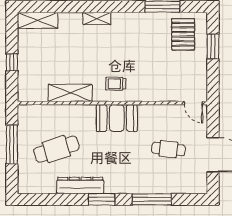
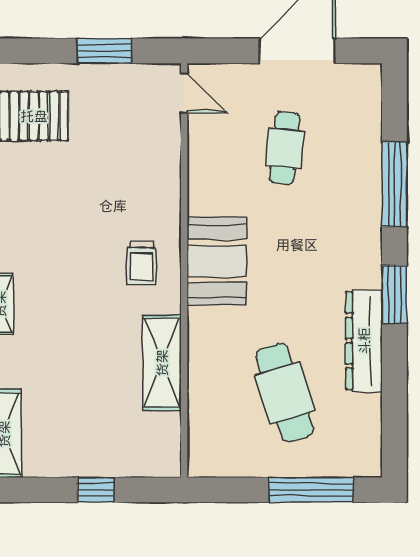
window: (213, 46) -> (105, 51), moved
door: (194, 103) -> (184, 93), hinge flipped
window: (12, 144) -> (311, 490), moved

